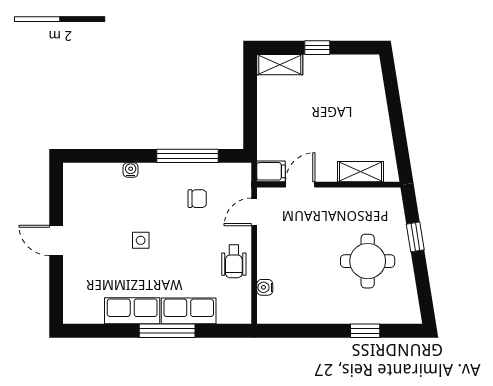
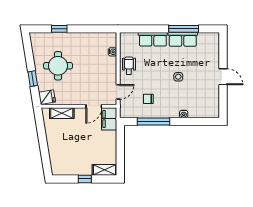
filing cabinet: (271, 171) -> (109, 119), width x2.00
fridge: (388, 202) -> (47, 97), added
window: (167, 331) -> (184, 29), moved

